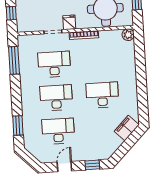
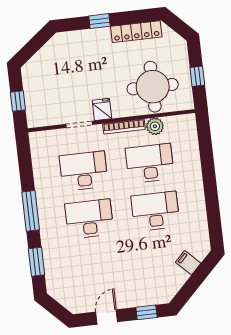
plant: (128, 35) -> (155, 126), moved
window: (14, 60) -> (31, 211), moved
filing cabinet: (127, 128) -> (188, 263), width x0.50
desk: (58, 131) -> (150, 163), moved

